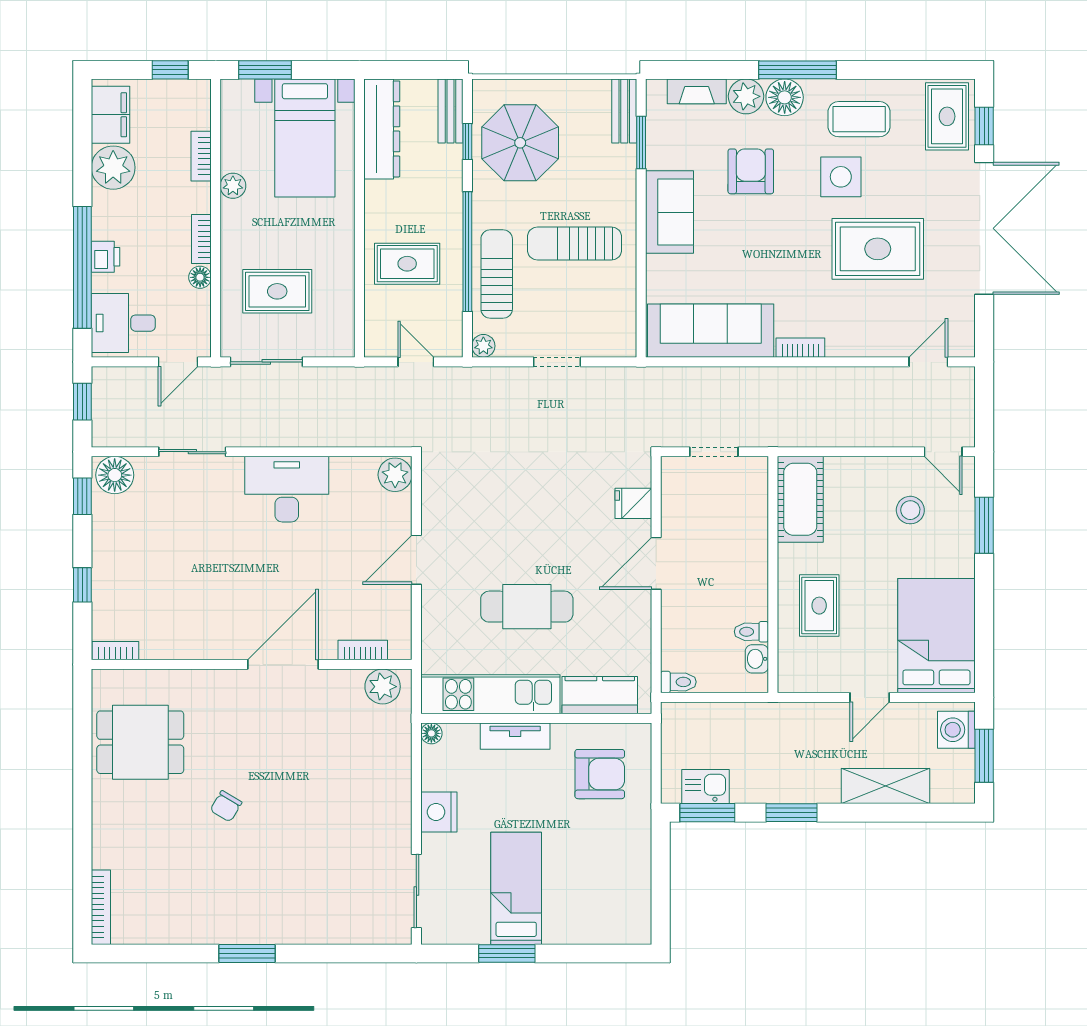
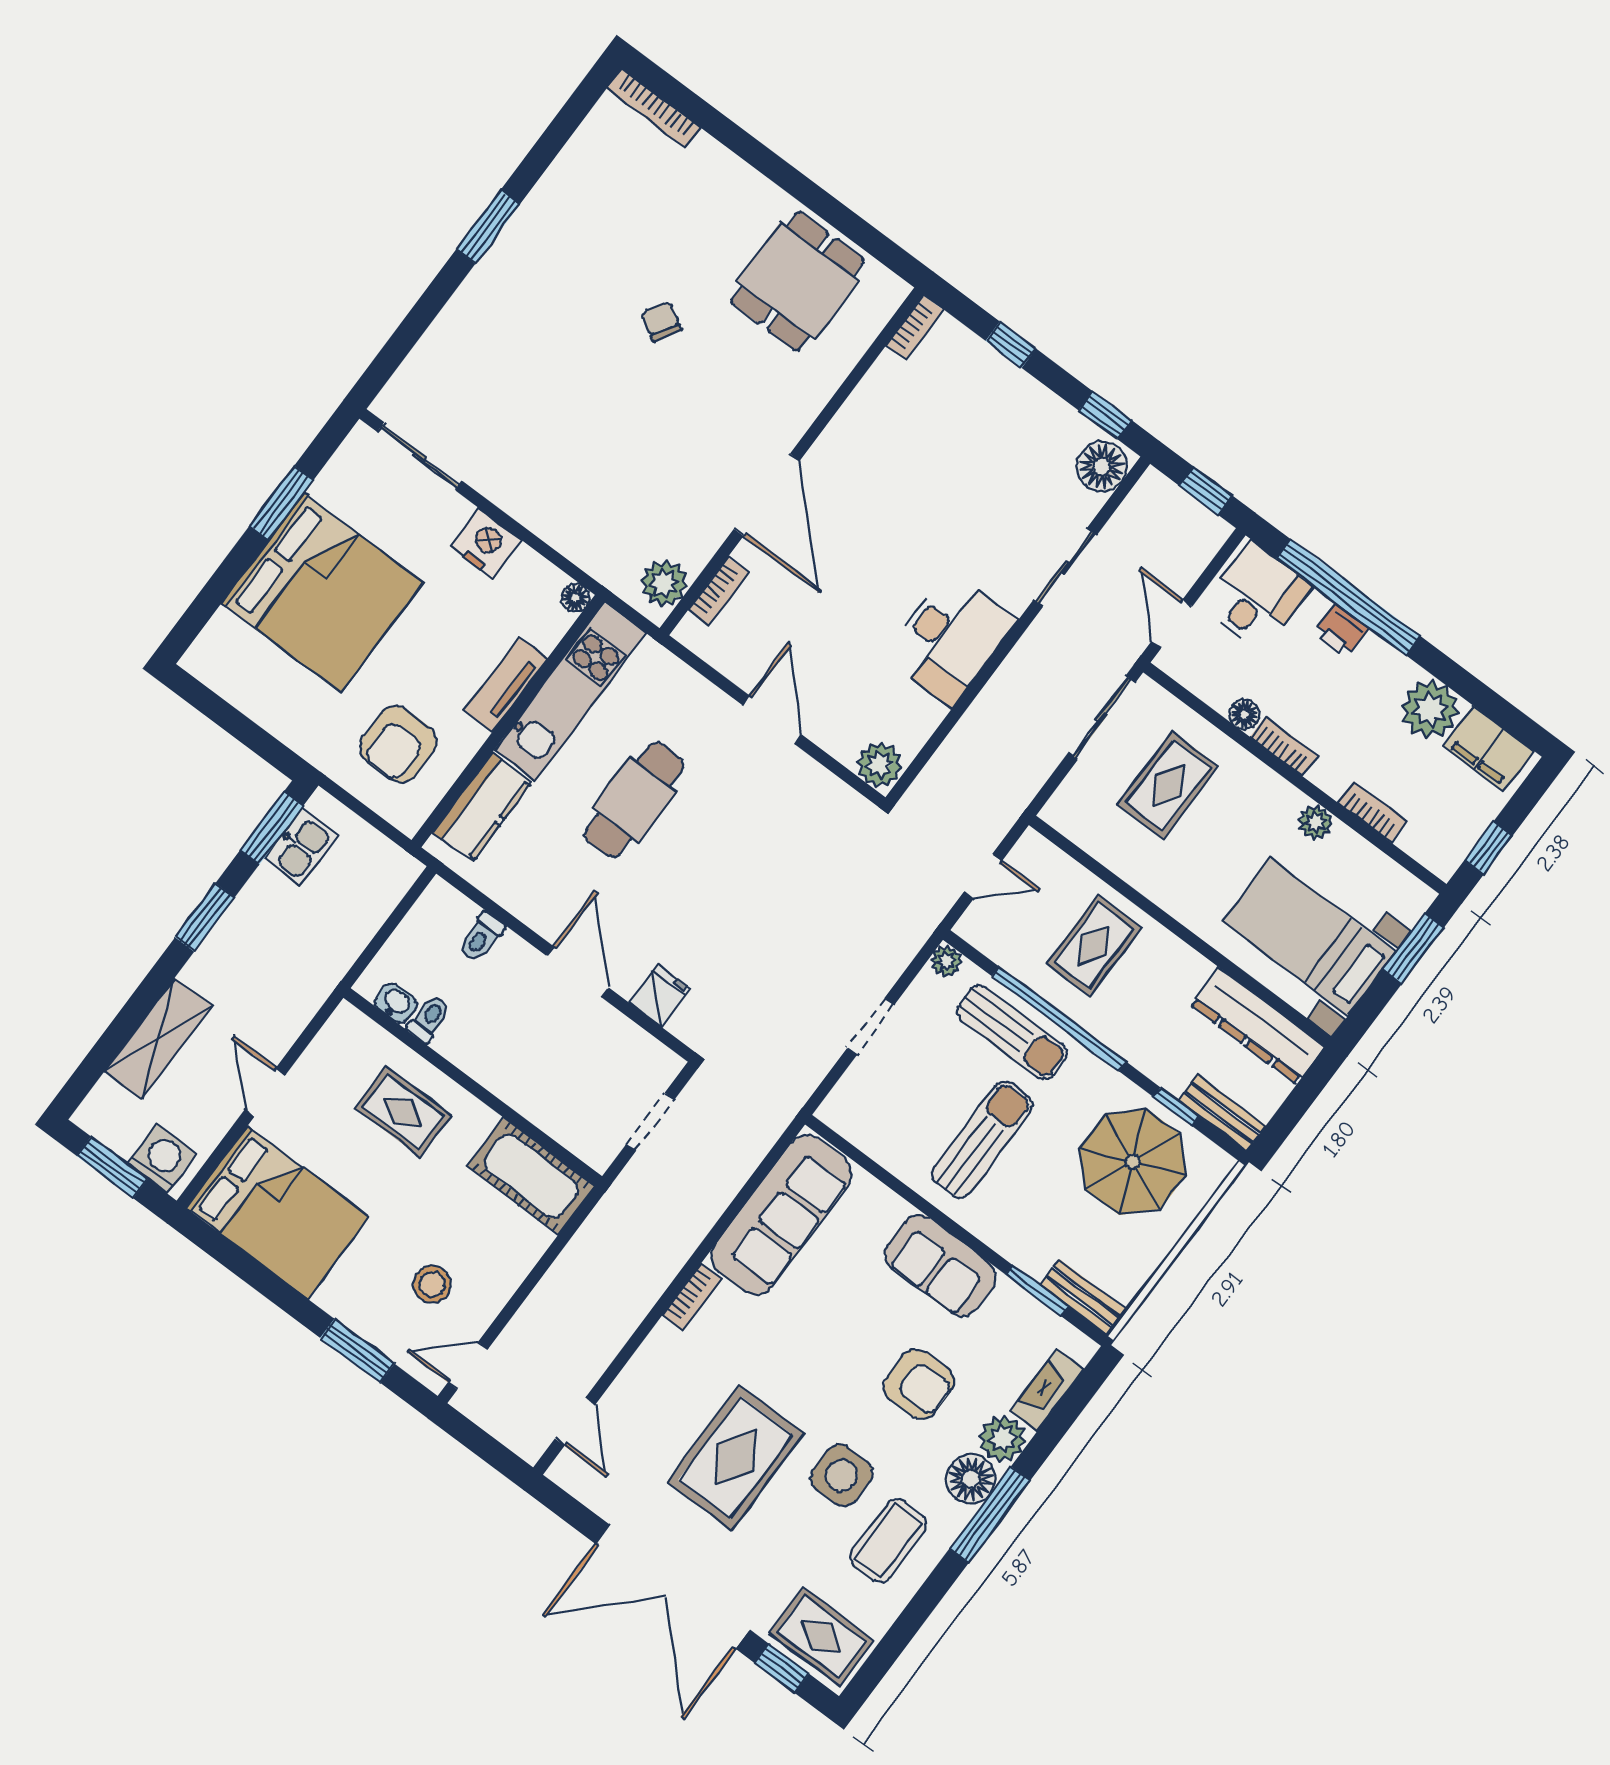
toilet: (678, 682) -> (482, 937), moved
bed: (516, 888) -> (322, 593), width x2.04

